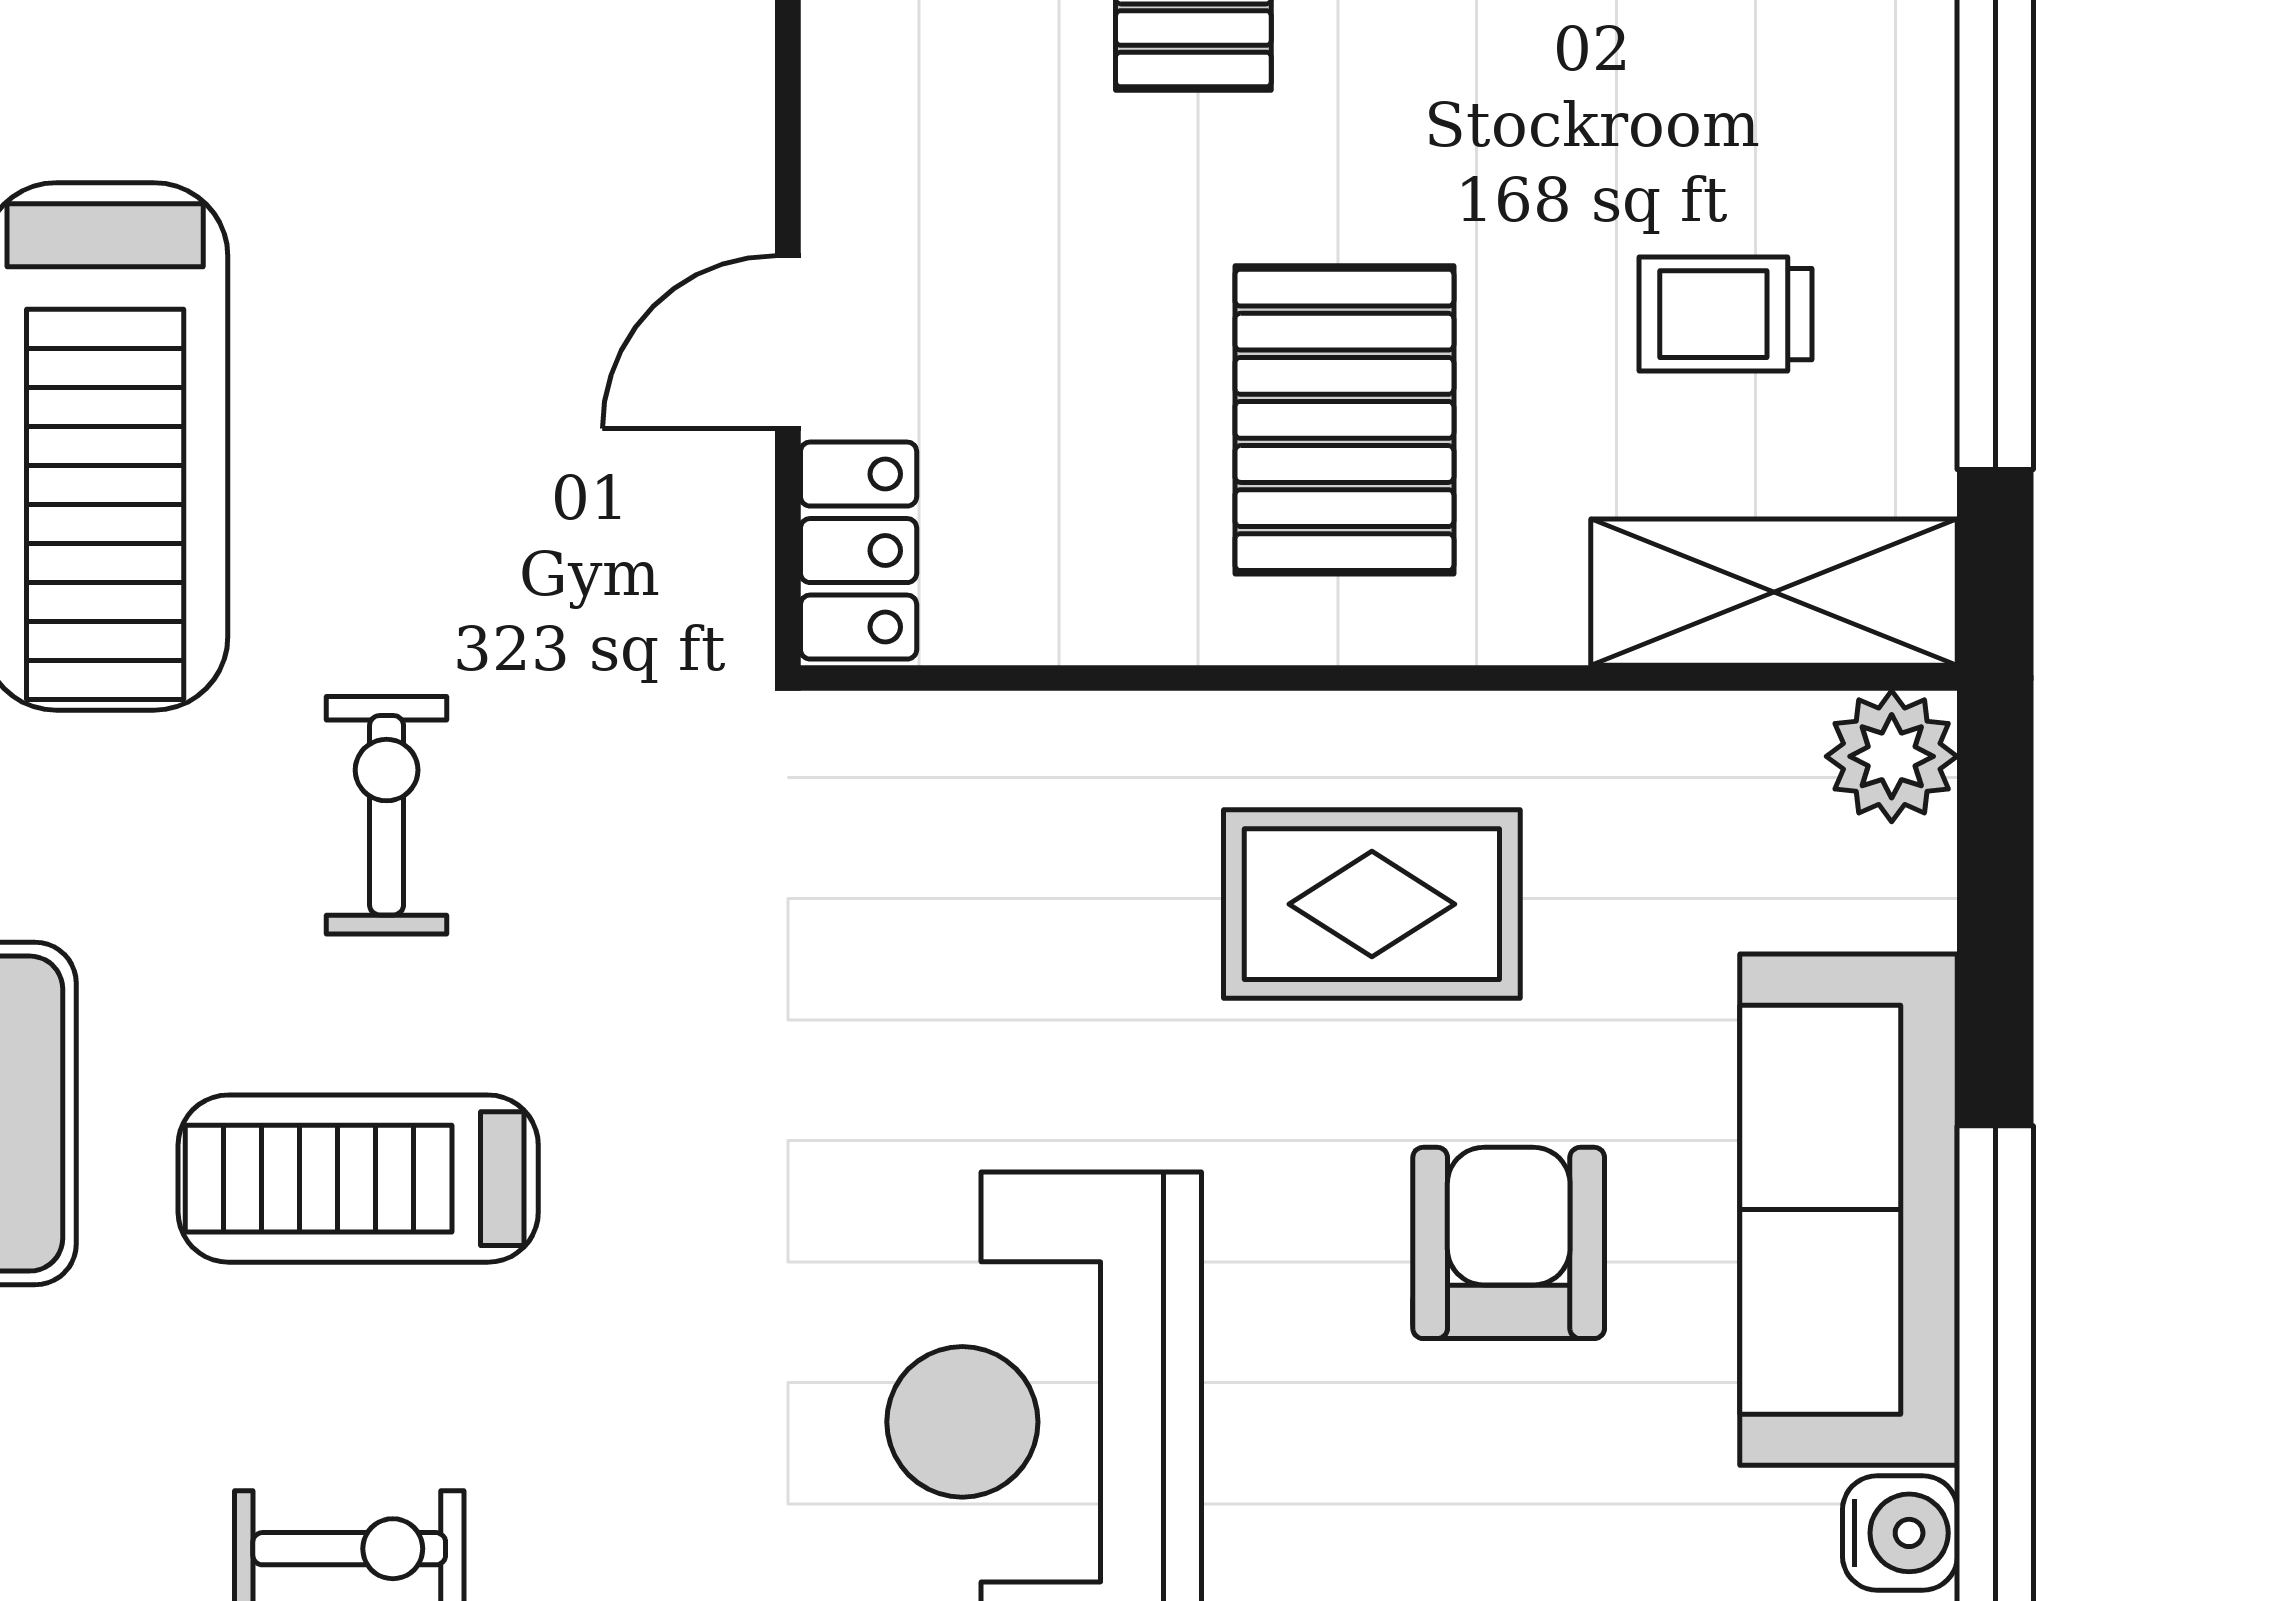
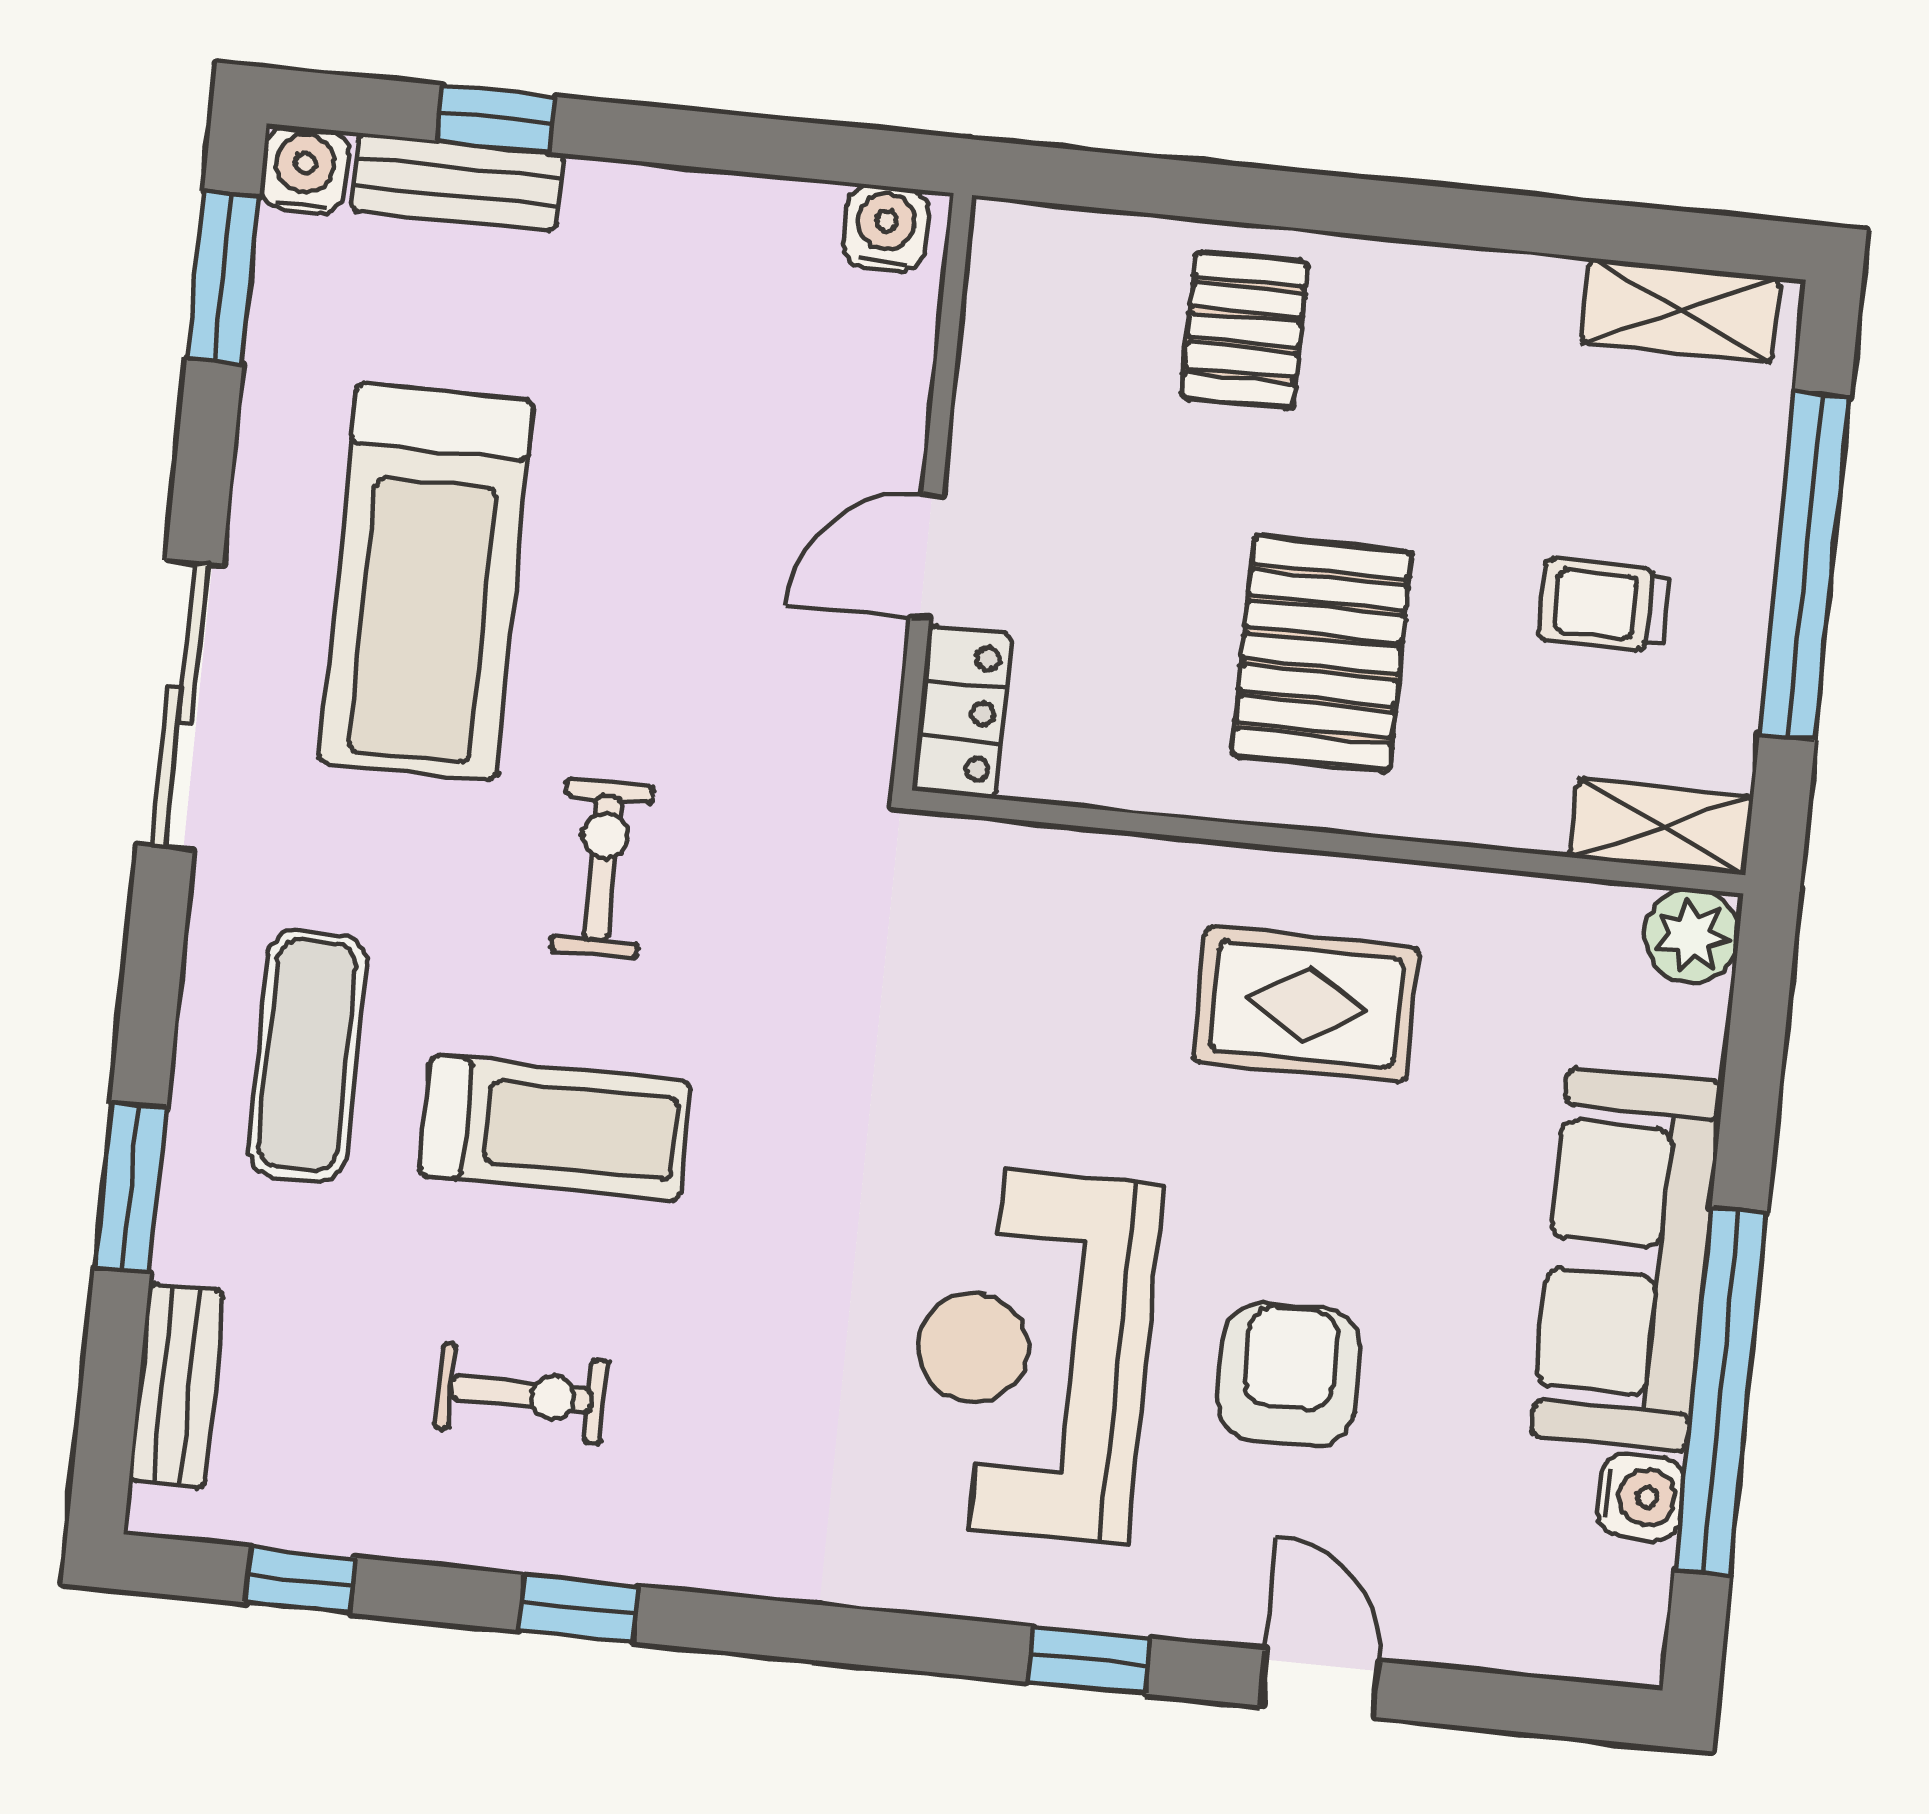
shelving: (1774, 592) -> (1661, 827), width x0.67, depth x0.75
treadmill: (358, 1179) -> (555, 1128), turned 180
armchair: (1509, 1243) -> (1289, 1375), moved

